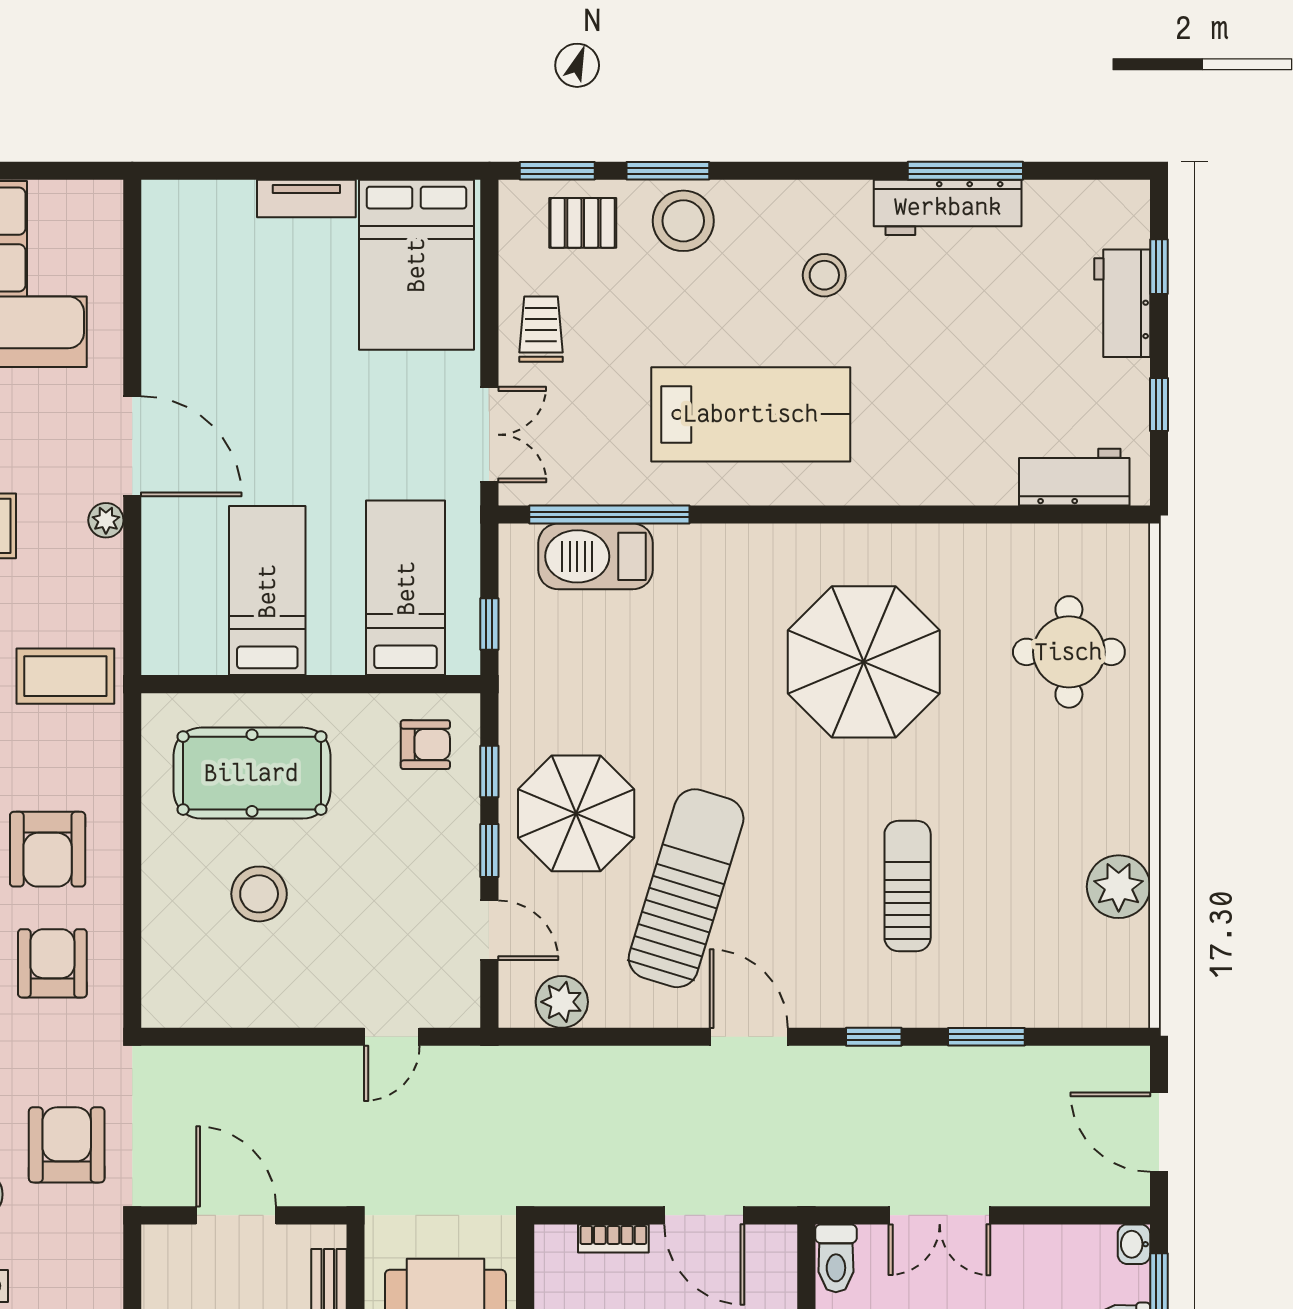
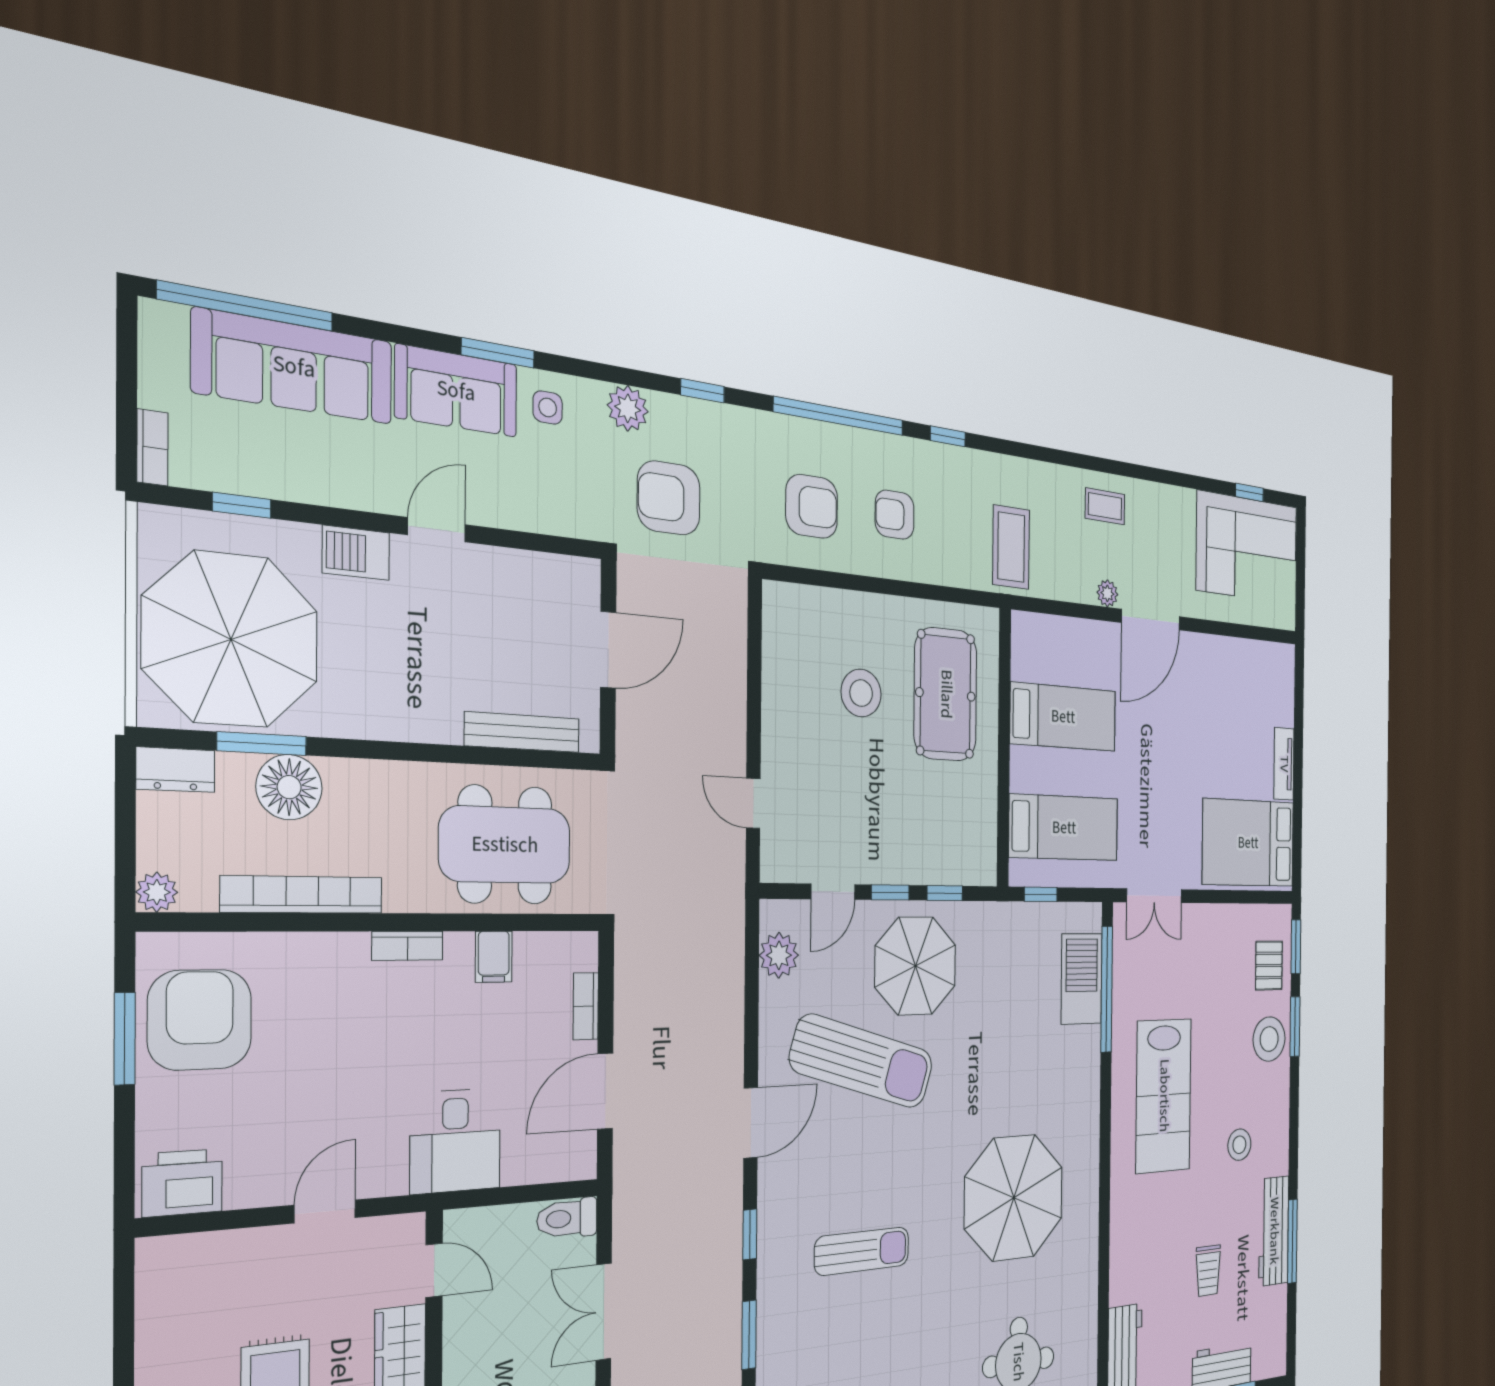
trolley: (541, 329) -> (1208, 1271), moved, turned 90
armchair: (425, 745) -> (963, 840), removed
armchair: (48, 849) -> (895, 515), width x0.72, depth x0.72
armchair: (67, 1145) -> (669, 498), turned 180

